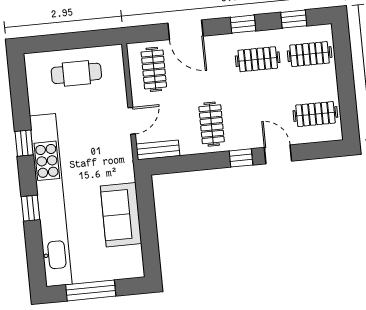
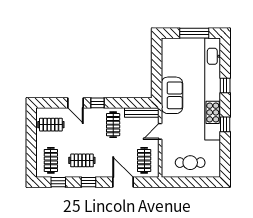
clothes rail: (310, 54) -> (51, 160), turned 90
bench: (158, 150) -> (142, 112), width x1.36
sofa: (121, 215) -> (172, 95), moved

